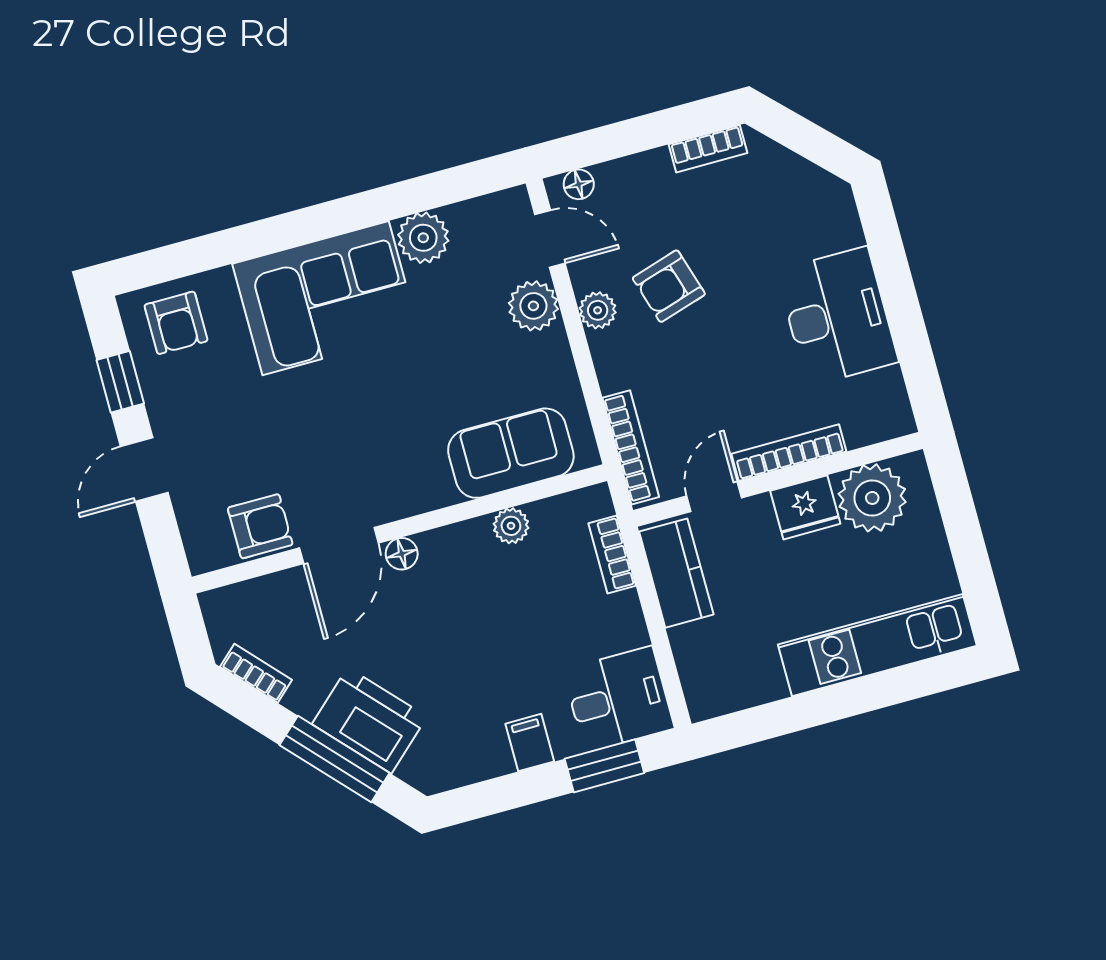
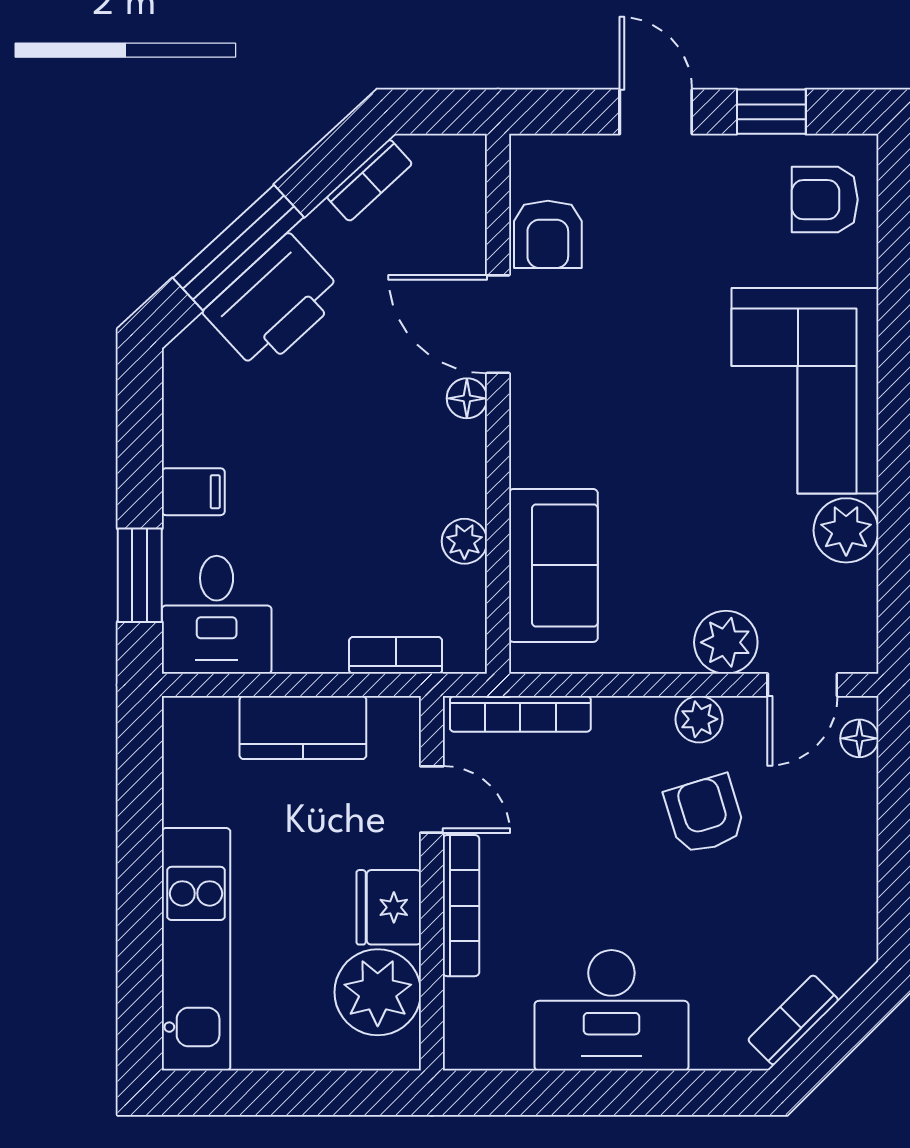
bookcase: (708, 149) -> (793, 1020), moved, turned 45
kitchen counter: (676, 573) -> (303, 728), moved

